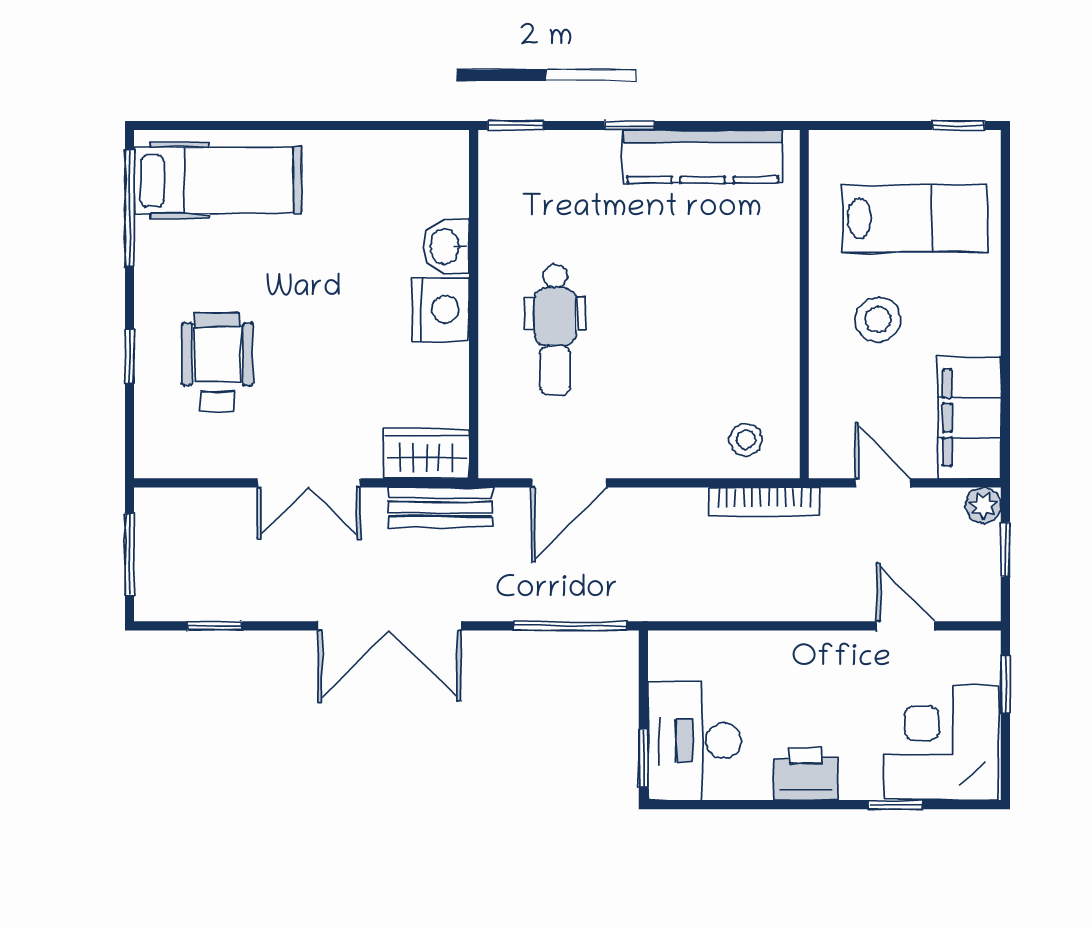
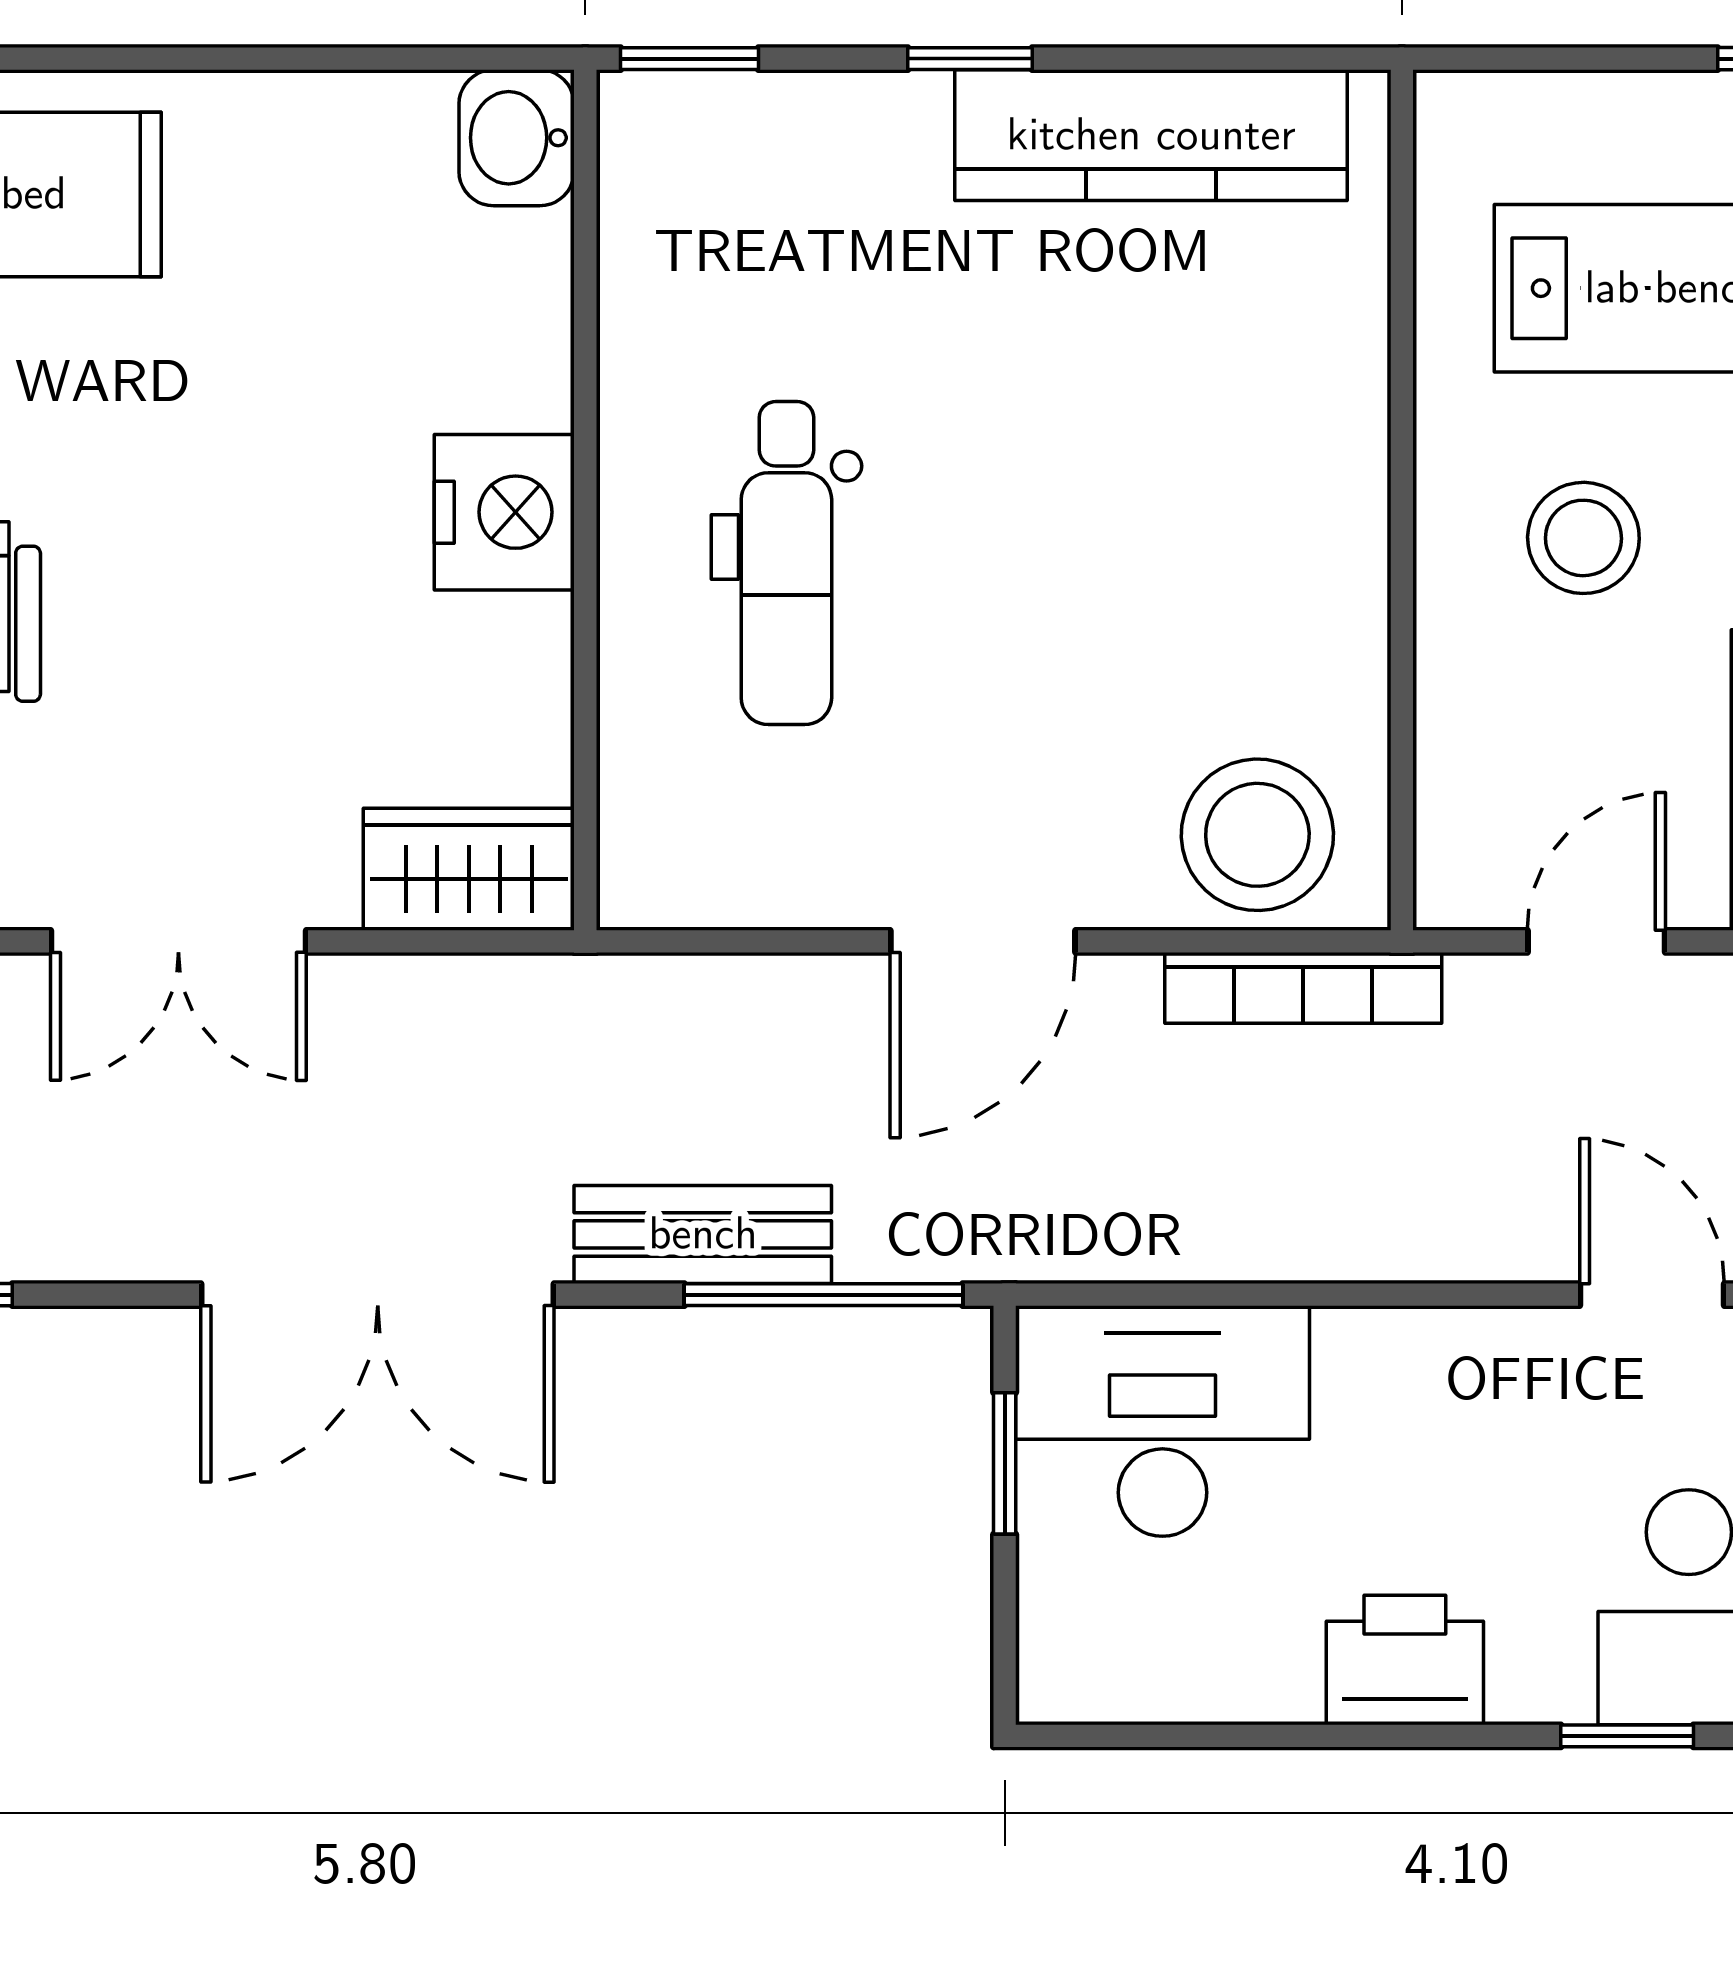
washbasin: (446, 246) -> (517, 138), moved
stool: (746, 440) -> (1257, 835), width x1.89, depth x1.89
door: (569, 483) -> (983, 941), moved
door: (883, 483) -> (1596, 941), hinge flipped
bench: (441, 507) -> (703, 1234), moved
desk: (695, 741) -> (1162, 1421), moved, turned 90
window: (643, 758) -> (1005, 1463), moved

